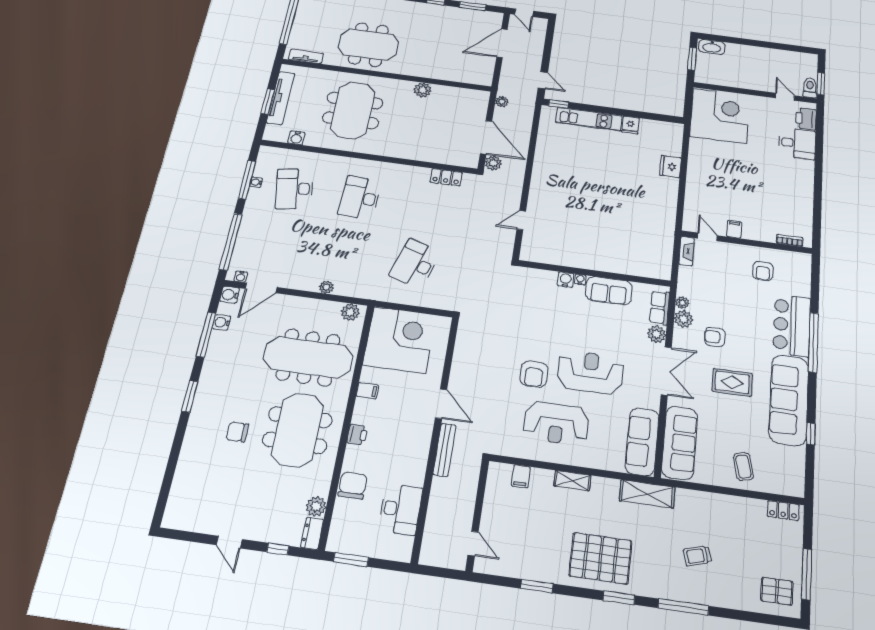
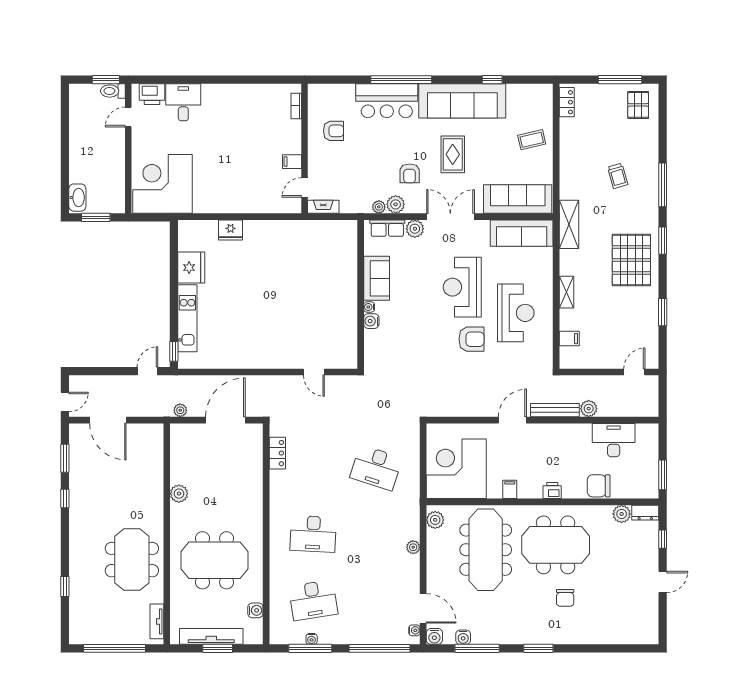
fridge: (630, 125) -> (191, 268), width x1.88, depth x1.34
plant: (493, 163) -> (589, 409), moved

